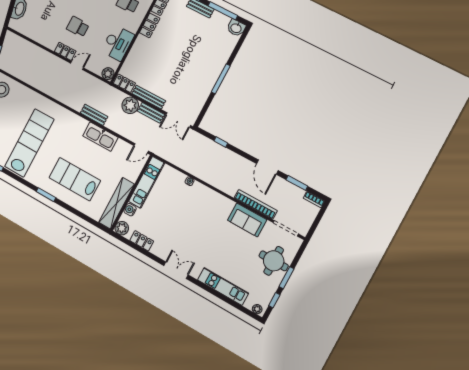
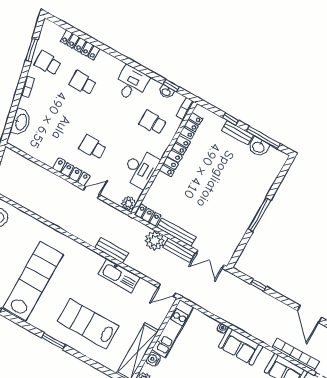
locker: (150, 25) -> (175, 156), width x1.53
washbasin: (236, 28) -> (259, 147), moved
locker: (65, 51) -> (71, 172), width x1.53
sofa: (206, 197) -> (240, 346), added

